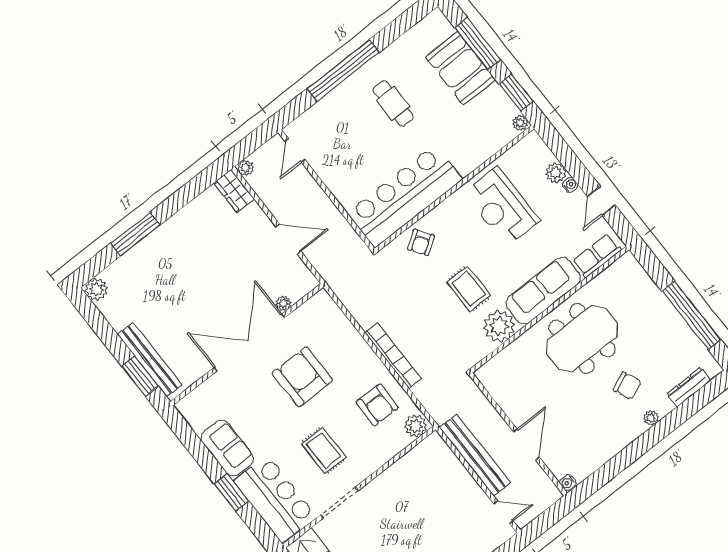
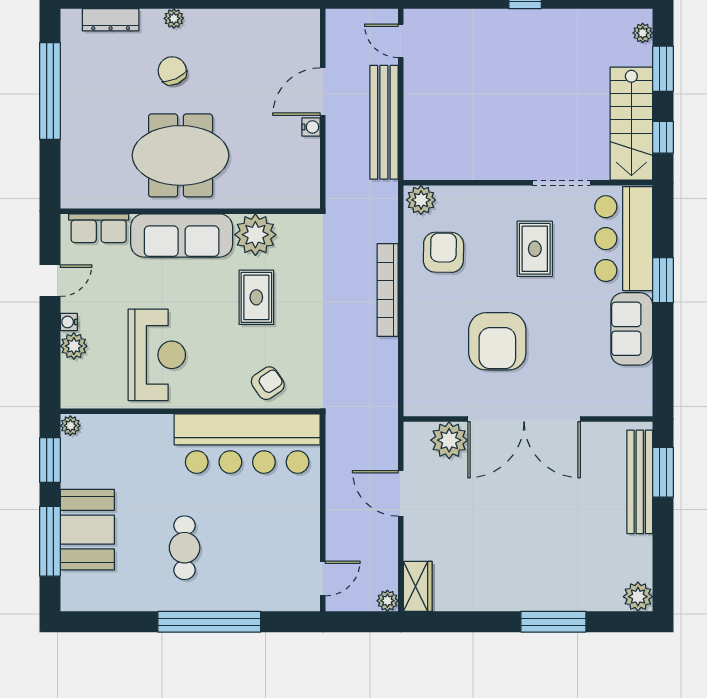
plant: (283, 303) -> (449, 440), width x1.87, depth x1.87
water cooler: (568, 482) -> (311, 127), moved

